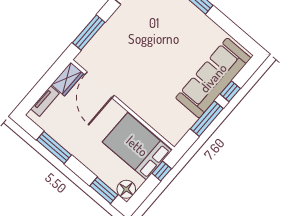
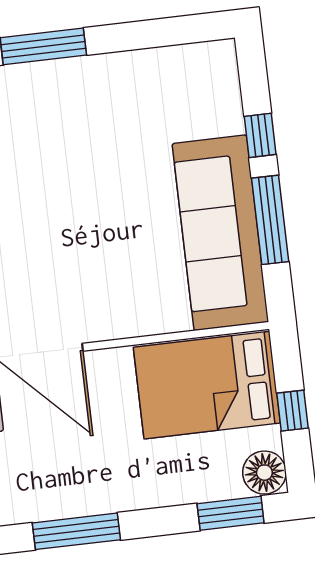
sofa: (213, 78) -> (220, 233), moved
window: (162, 171) -> (293, 411), moved

